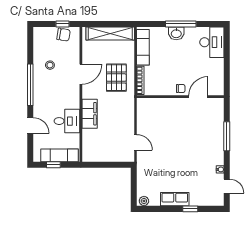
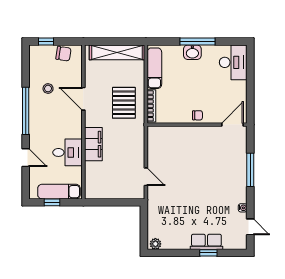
window: (63, 24) -> (46, 41), moved
door: (81, 74) -> (83, 99), swing flipped
door: (198, 97) -> (232, 125), moved
row of seats: (175, 199) -> (206, 242), moved

